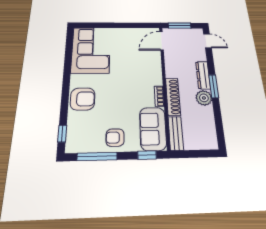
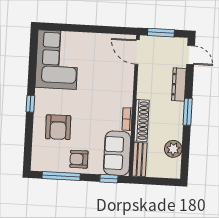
door: (161, 41) -> (137, 52), hinge flipped
dresser: (203, 75) -> (179, 84), moved
plant: (204, 98) -> (173, 149), moved
armchair: (83, 99) -> (58, 127), moved, turned 89
window: (62, 134) -> (30, 104), moved

